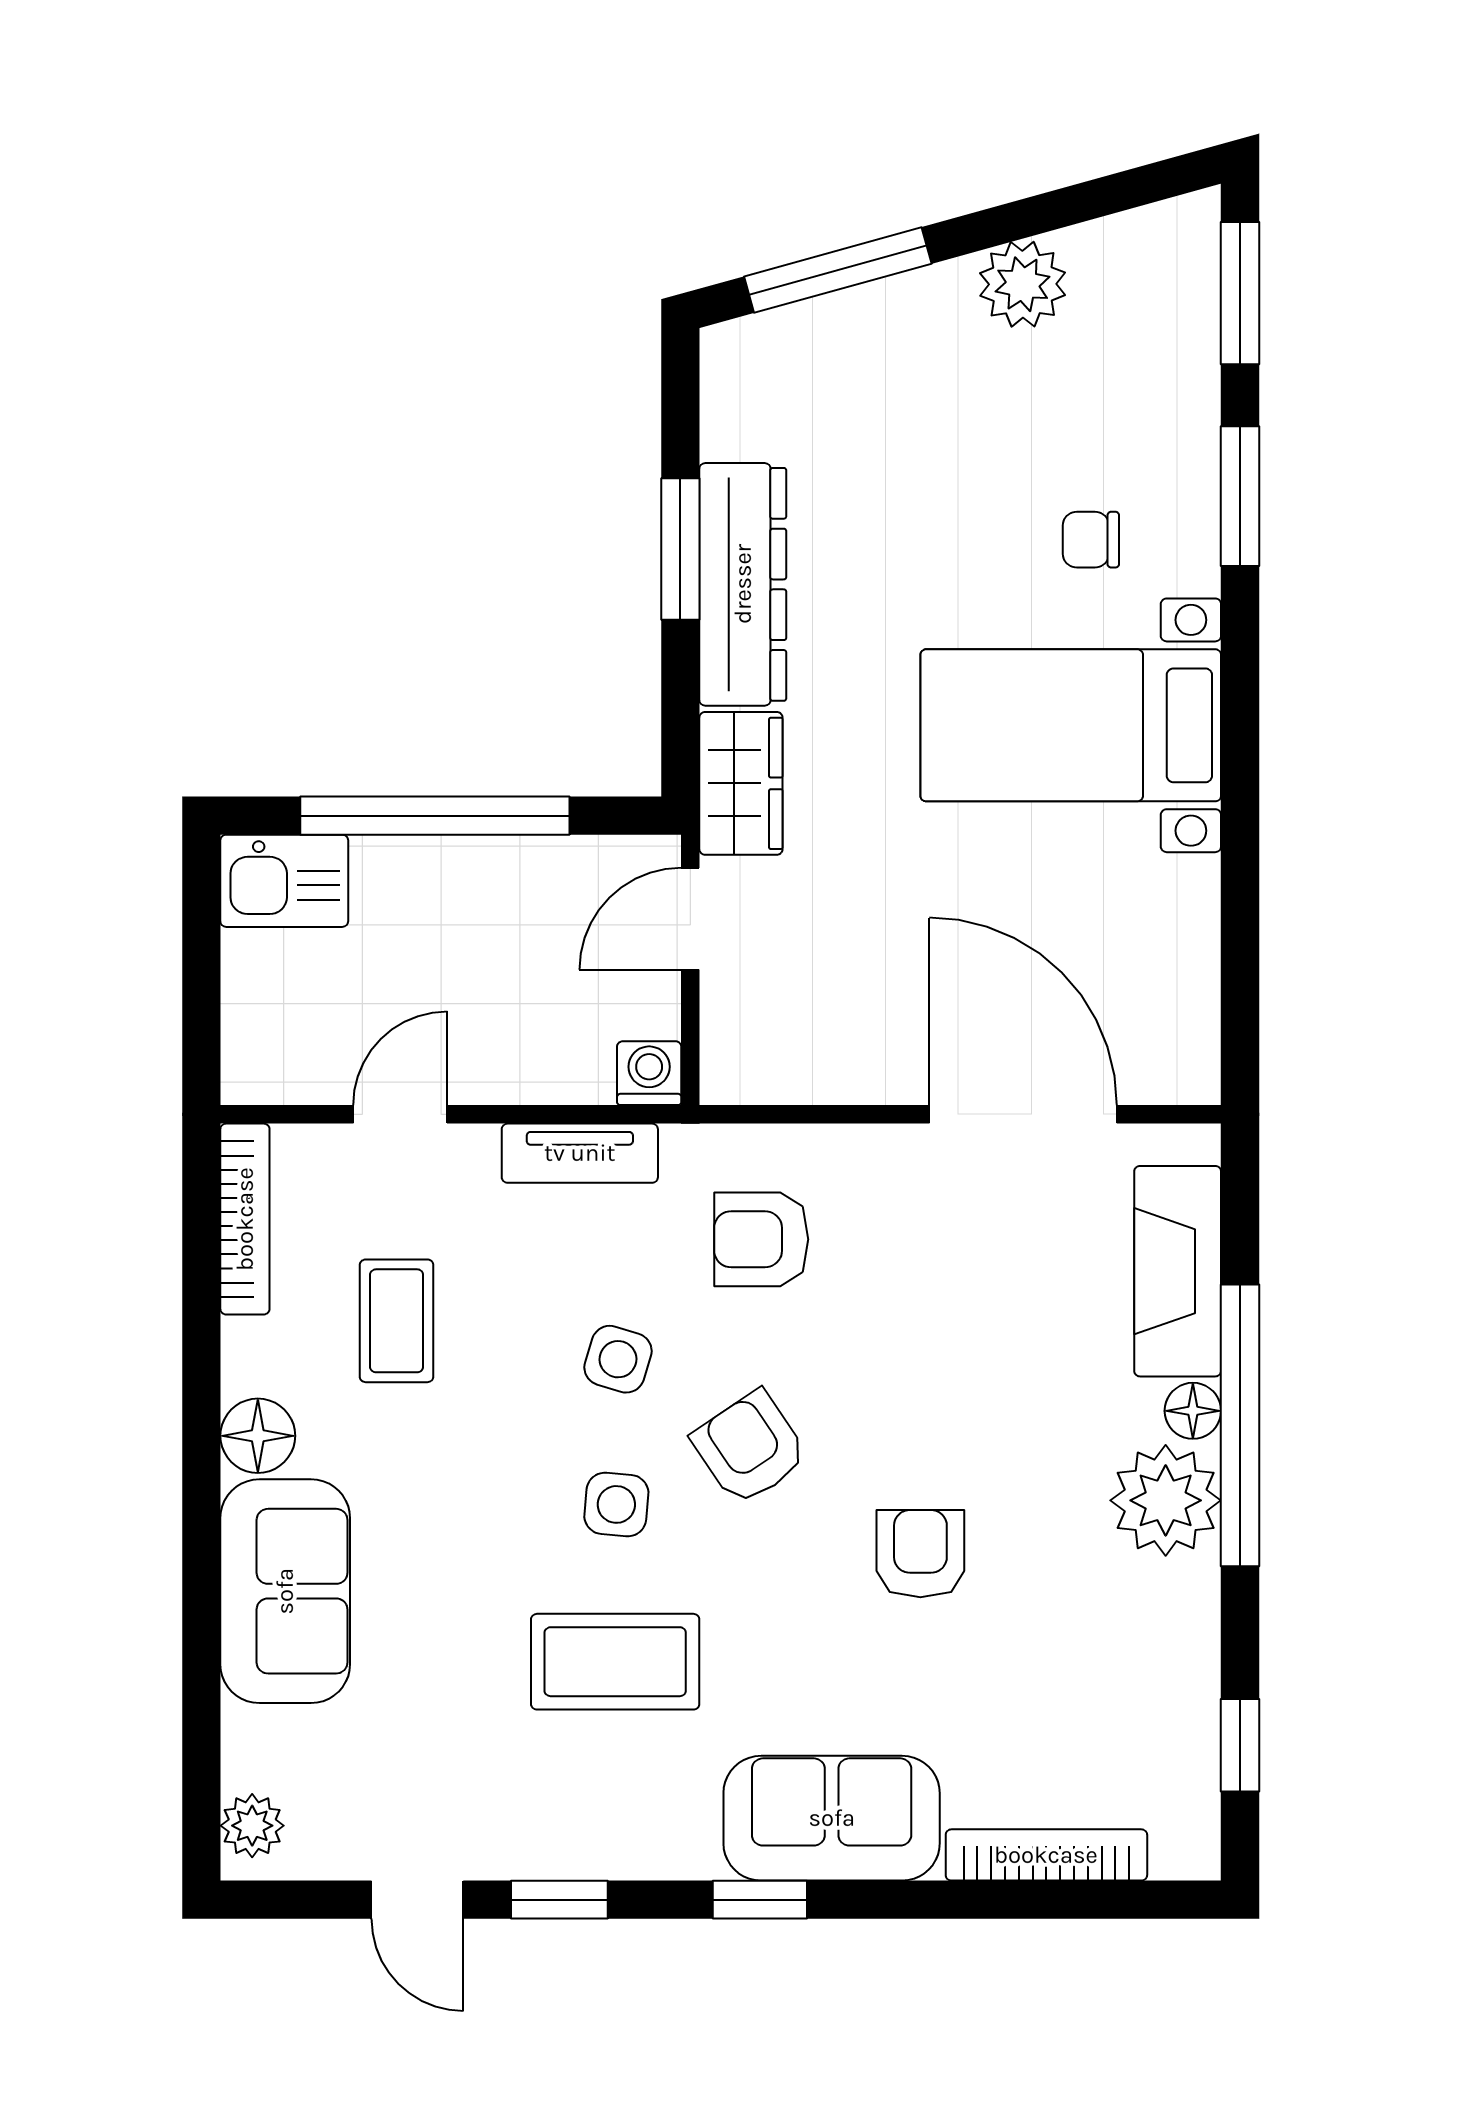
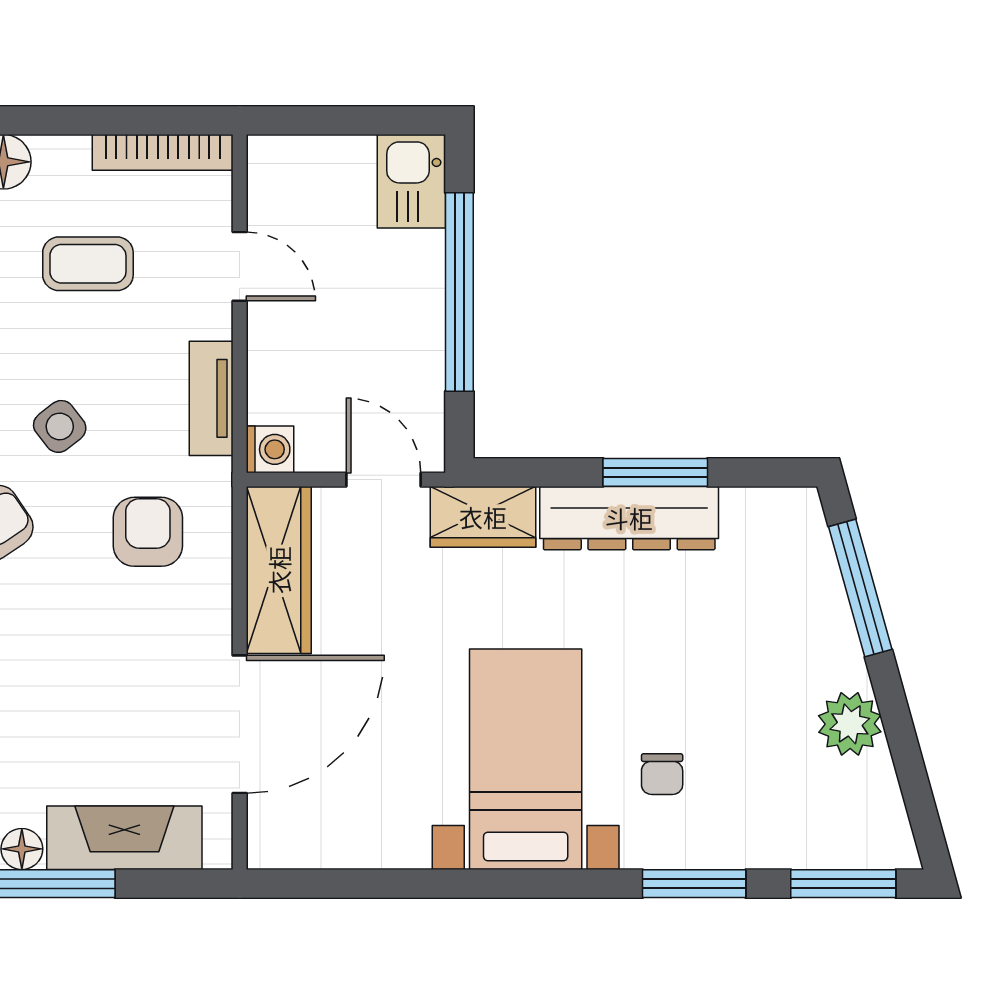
chair: (1091, 540) -> (662, 774), turned 180
wardrobe: (813, 1061) -> (279, 570), added
side table: (618, 1359) -> (60, 426), turned 35

